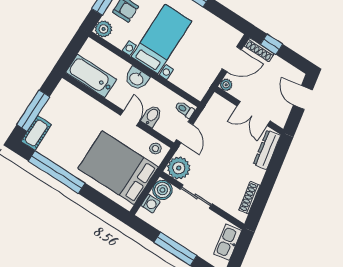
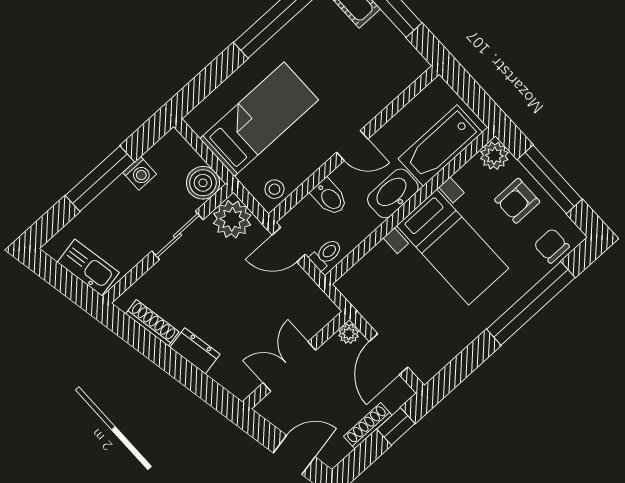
shoe rack: (259, 50) -> (368, 426), moved
bathtub: (91, 76) -> (440, 146), moved, turned 180
washbasin: (137, 79) -> (393, 193), width x1.38
door: (130, 118) -> (352, 146), moved
dresser: (267, 150) -> (195, 351), moved, width x0.70
bed: (118, 168) -> (259, 119), width x0.67
washing machine: (151, 204) -> (140, 173), moved, turned -90

